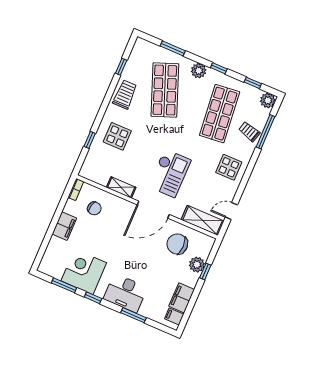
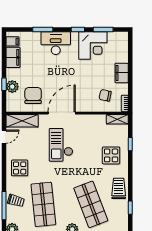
trolley: (125, 95) -> (119, 188), turned 180
shelving: (121, 187) -> (117, 119), moved
chair: (177, 244) -> (33, 95), turned -90

